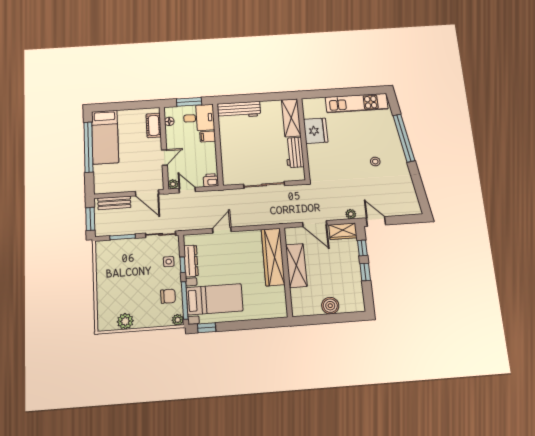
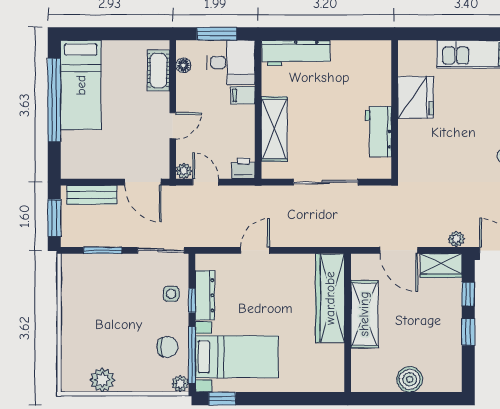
shelving: (291, 118) -> (274, 129), moved

